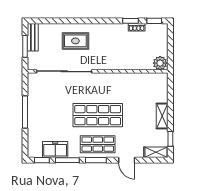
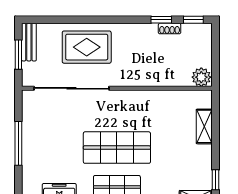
rug: (75, 41) -> (87, 47), width x1.36, depth x1.43
shelving: (162, 116) -> (204, 126), moved

